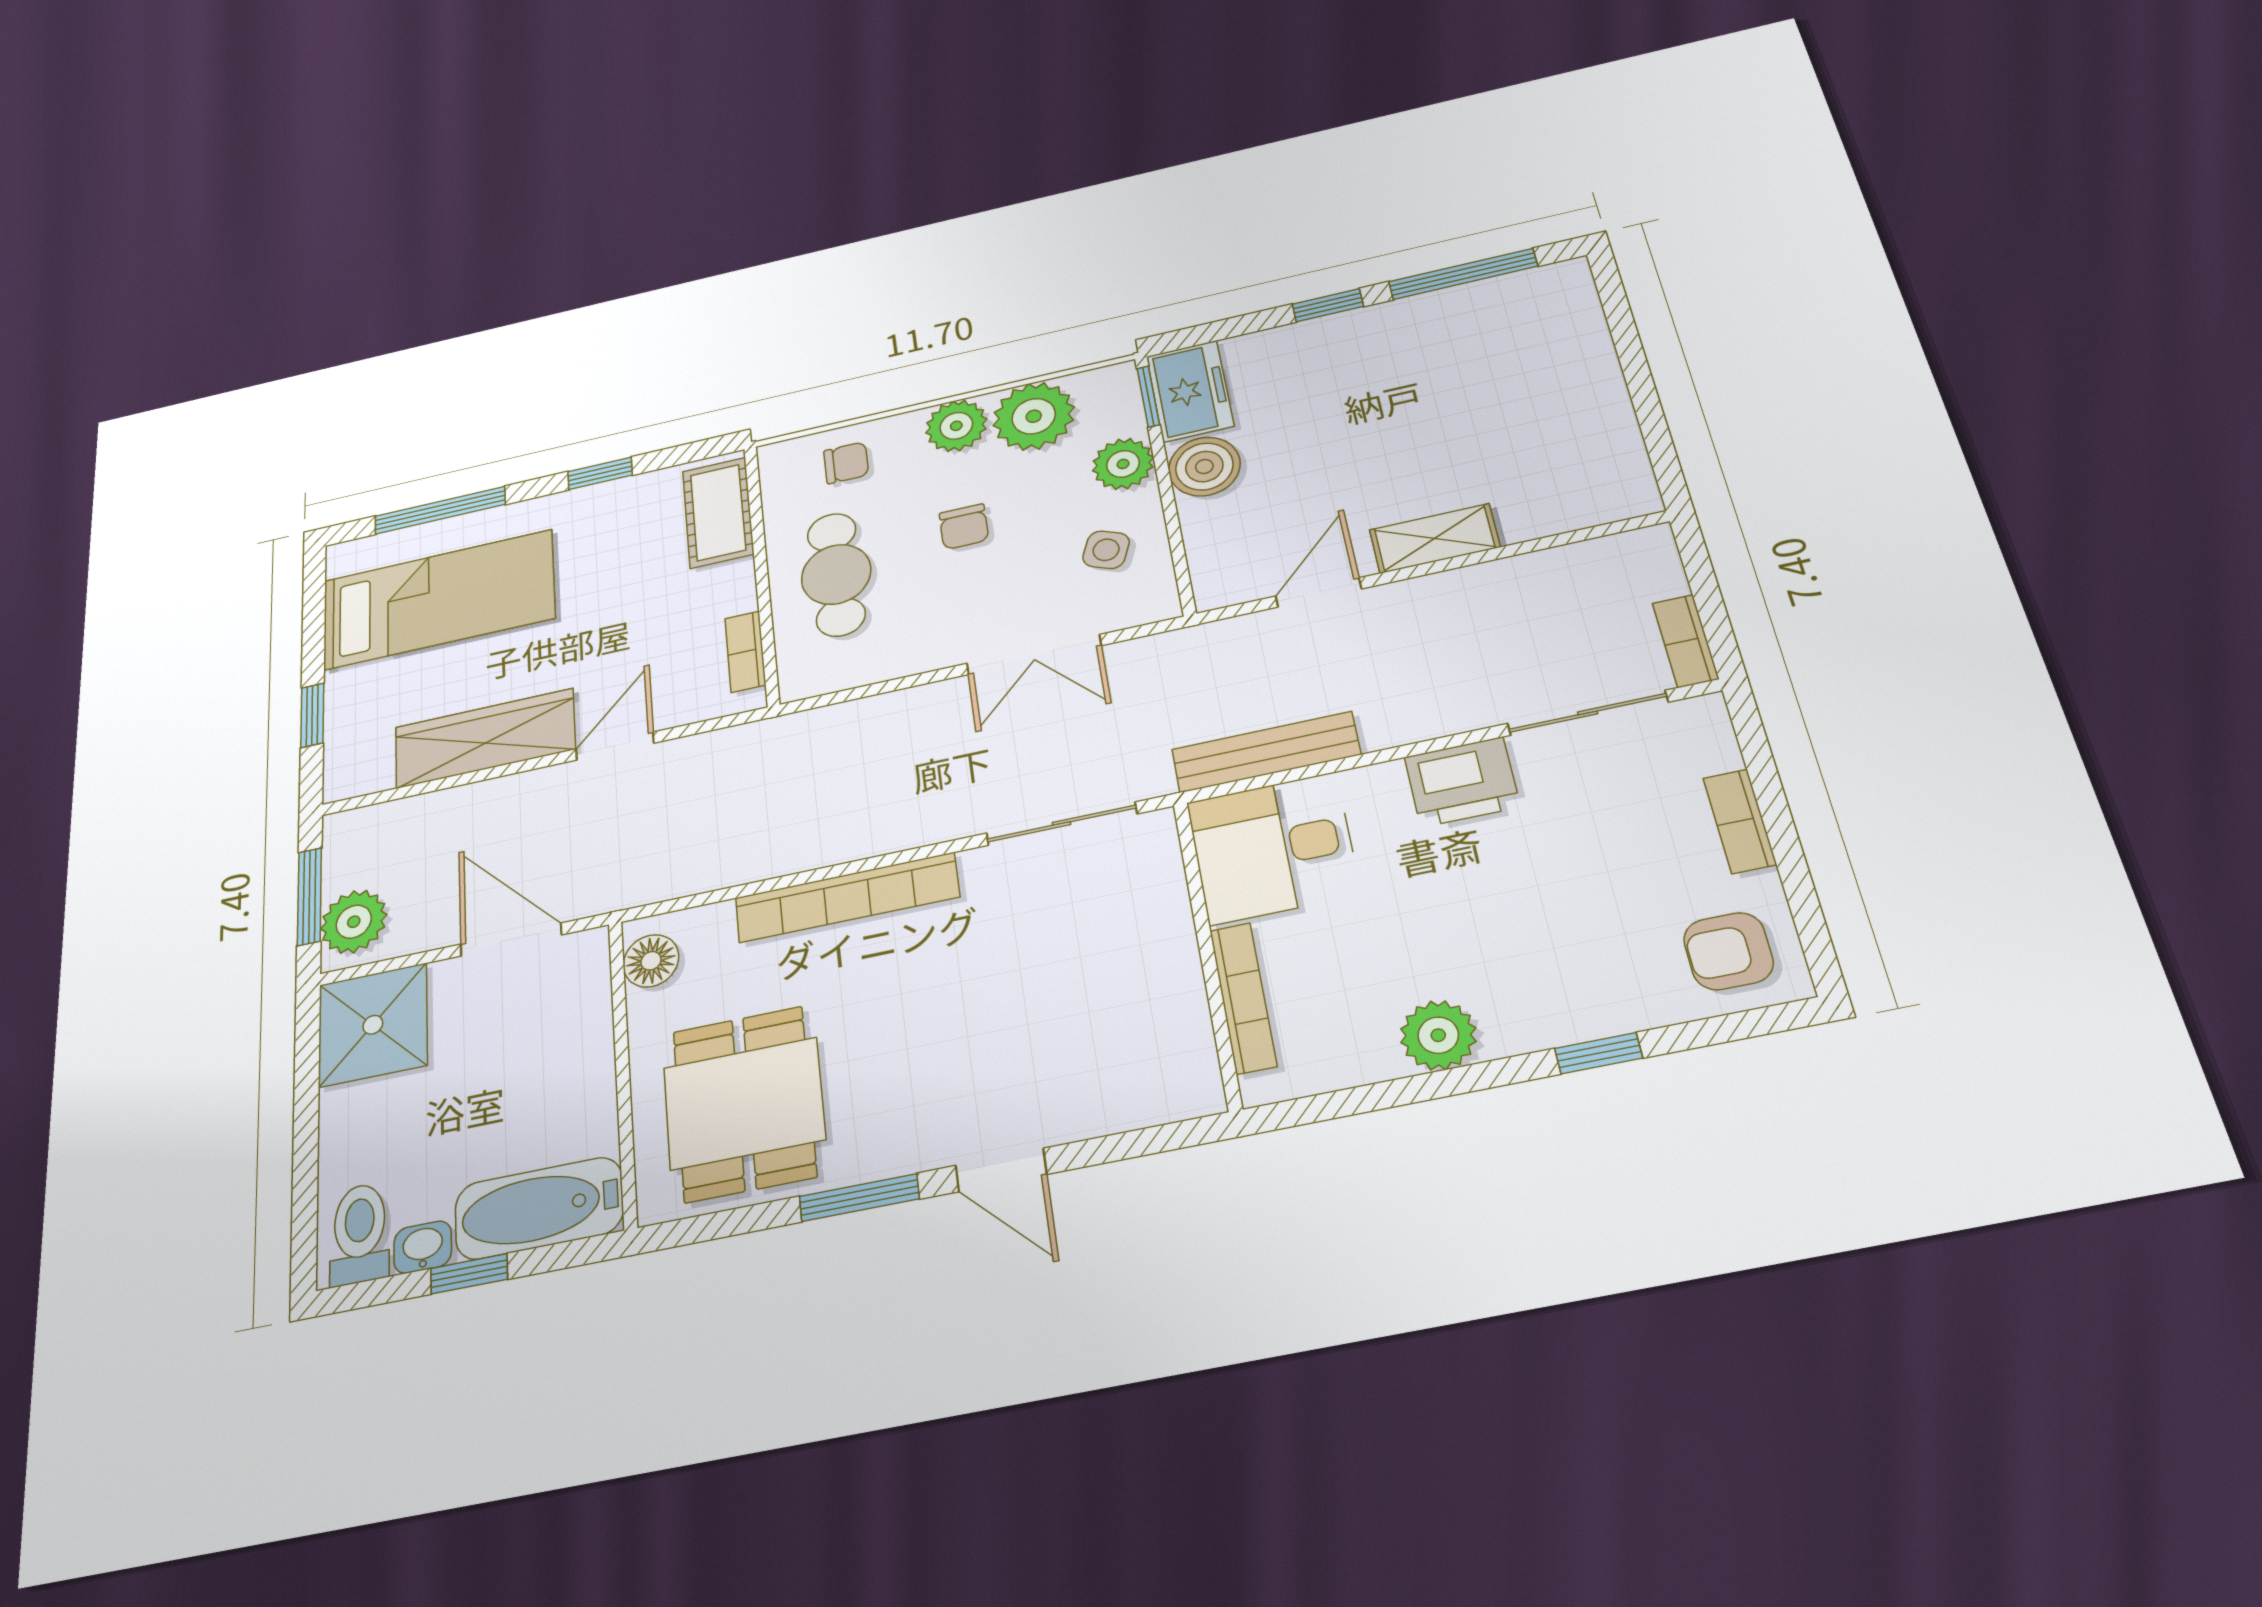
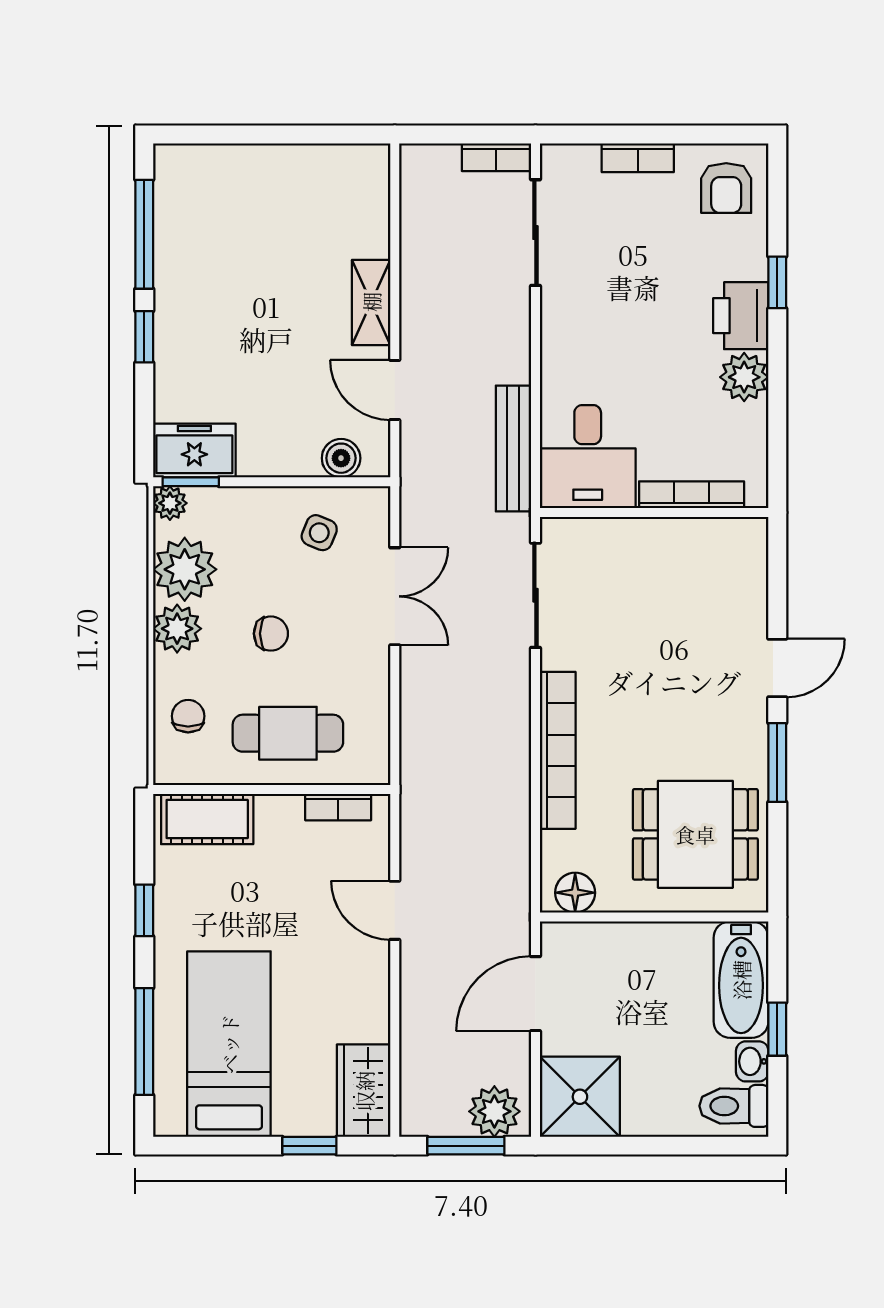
plant: (1123, 464) -> (170, 503), moved, width x0.73, depth x0.73
boiler: (1204, 467) -> (341, 458), moved, width x0.73, depth x0.73
wardrobe: (485, 738) -> (364, 1091), moved, width x0.67
printer: (1462, 782) -> (741, 316), moved, turned 180

